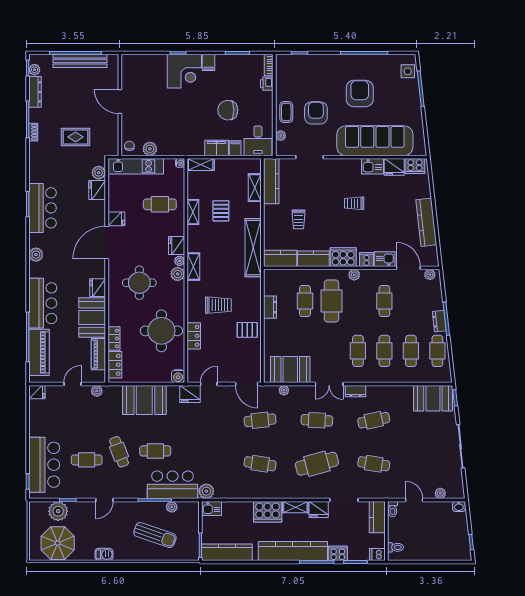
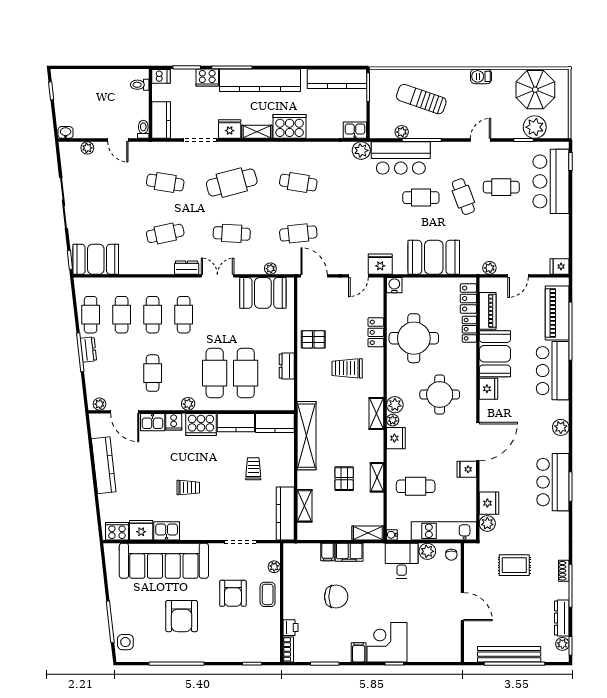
desk: (258, 141) -> (402, 561), moved
cafe table: (305, 301) -> (246, 373), width x1.37, depth x1.35

